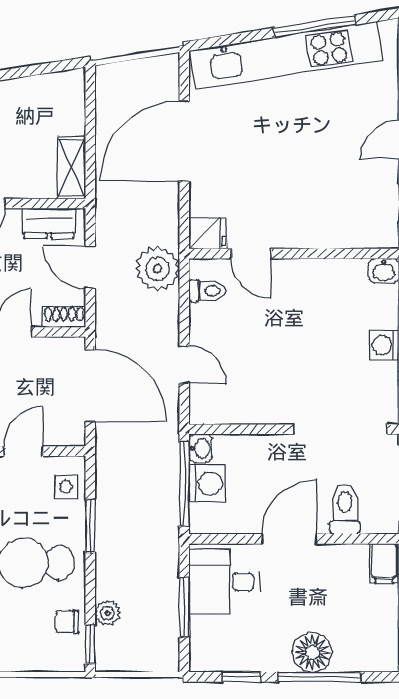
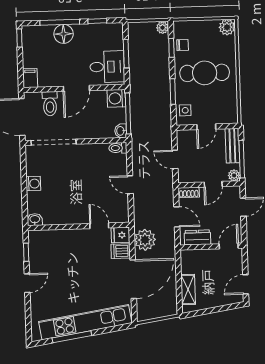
shelving: (71, 168) -> (188, 289), moved
dishwasher: (208, 200) -> (121, 251), added
plant: (157, 269) -> (145, 240), moved
toilet: (207, 291) -> (118, 148), moved
door: (184, 365) -> (130, 185), moved
door: (90, 386) -> (175, 159), width x0.53
washing machine: (207, 484) -> (116, 98), moved
plant: (108, 613) -> (162, 28), moved
window: (90, 644) -> (171, 48), moved

